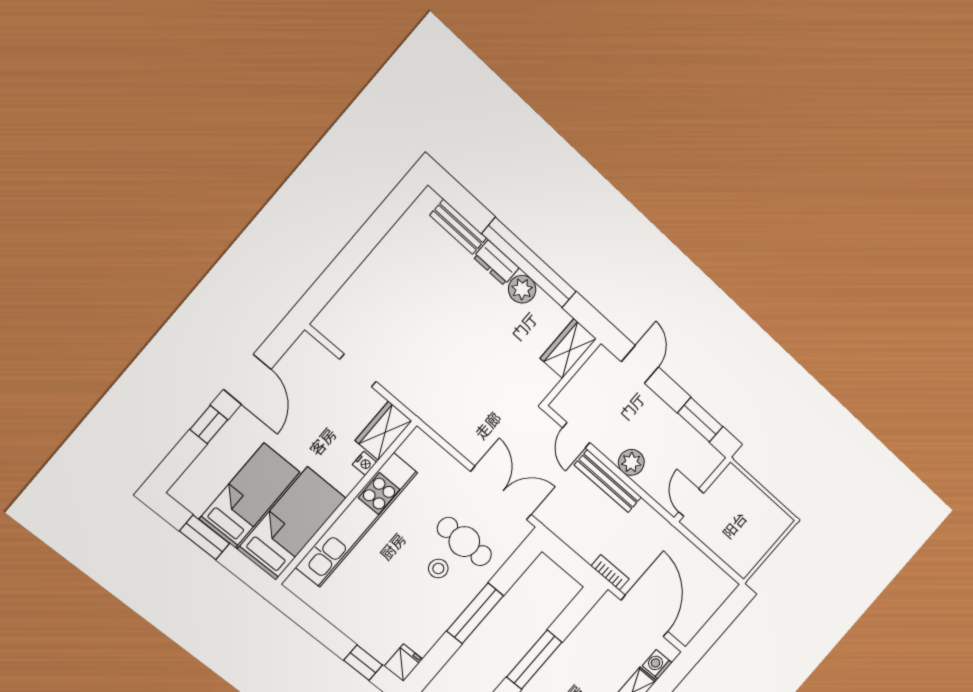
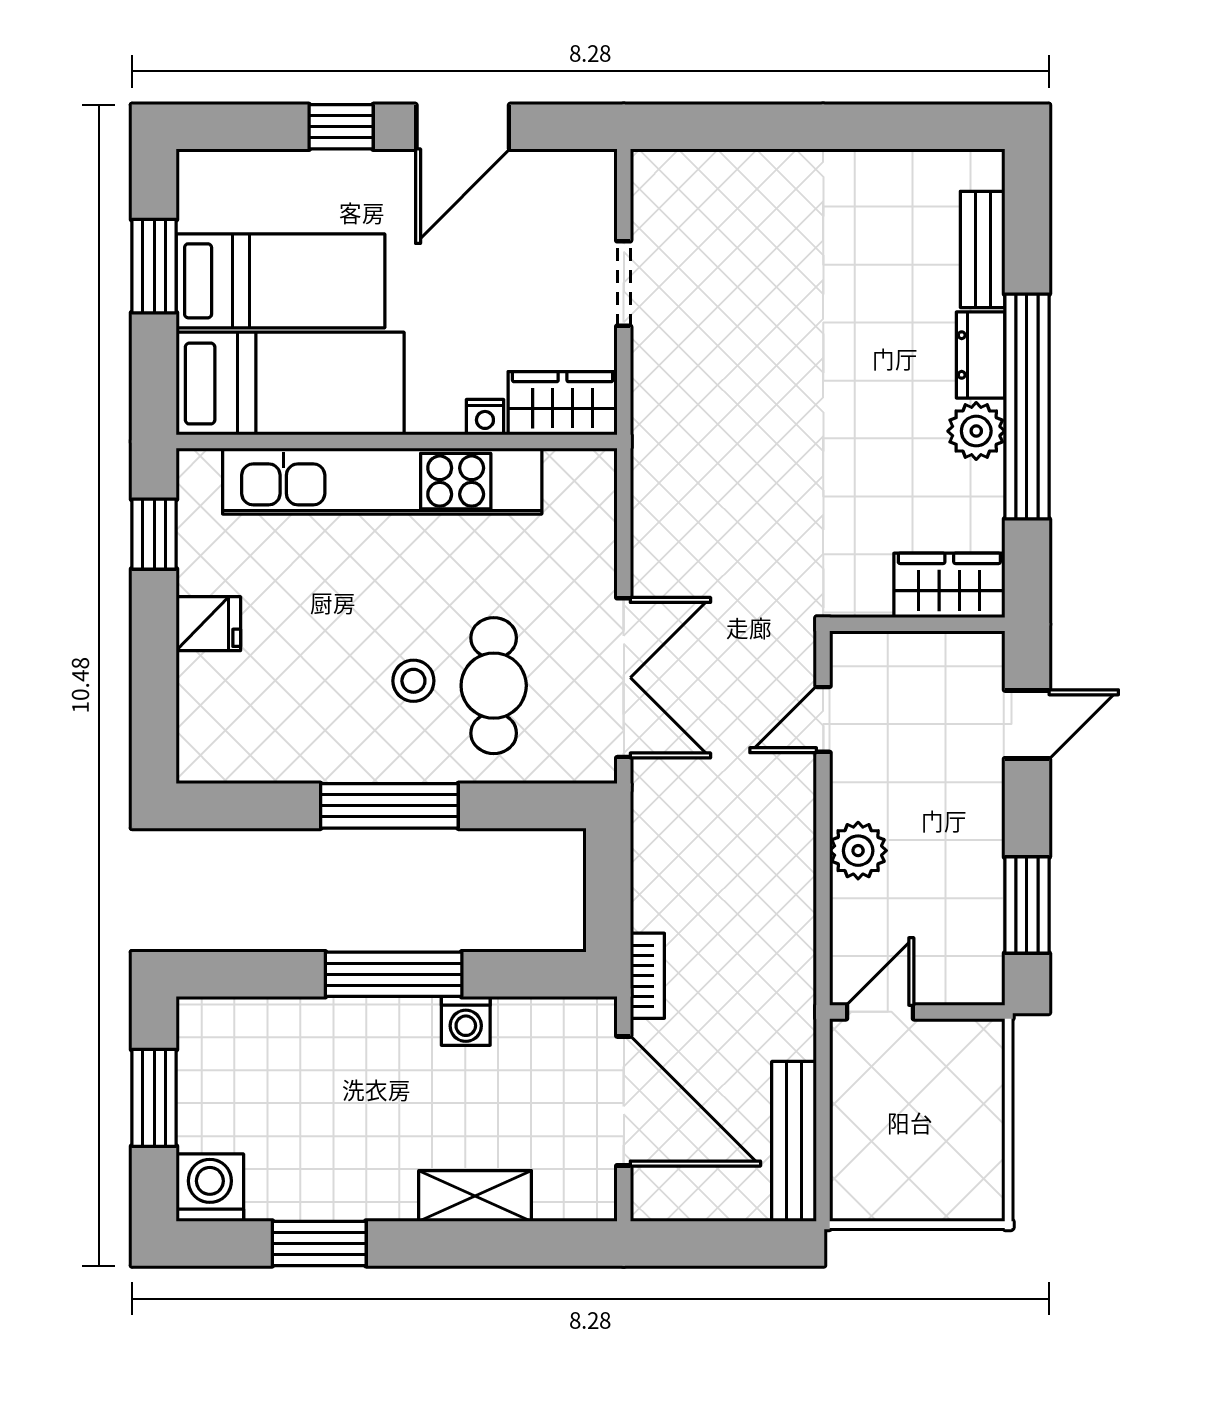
bench: (608, 481) -> (794, 1141), moved
door: (644, 616) -> (624, 1101), hinge flipped
window: (363, 663) -> (154, 534), moved
fridge: (403, 663) -> (208, 624), moved
washing machine: (657, 664) -> (466, 1021), moved, turned 180

